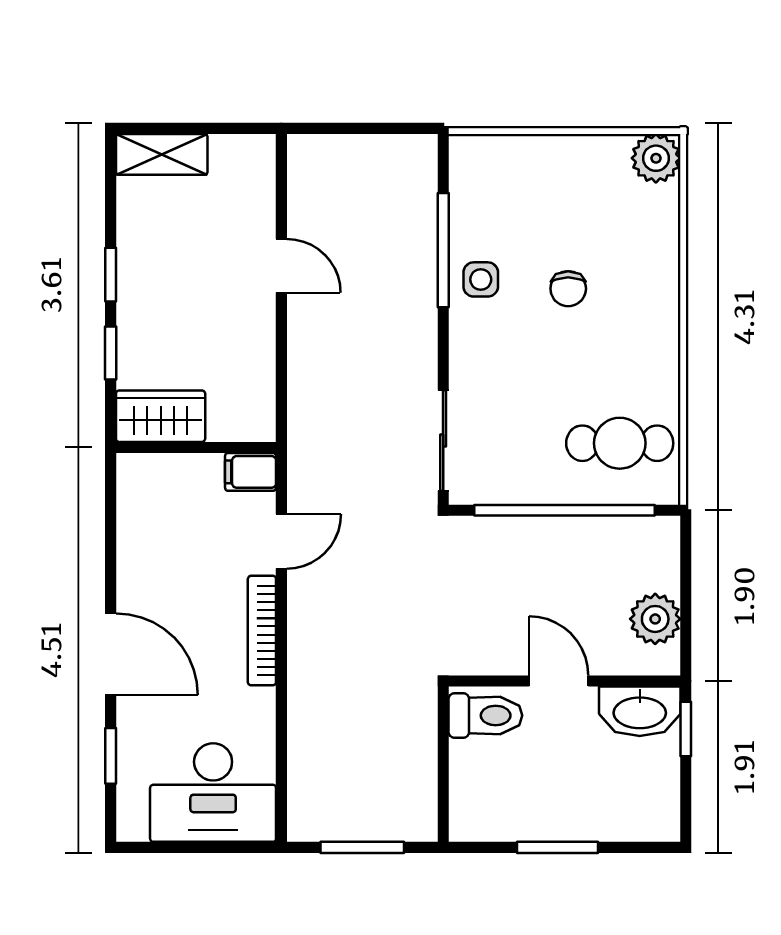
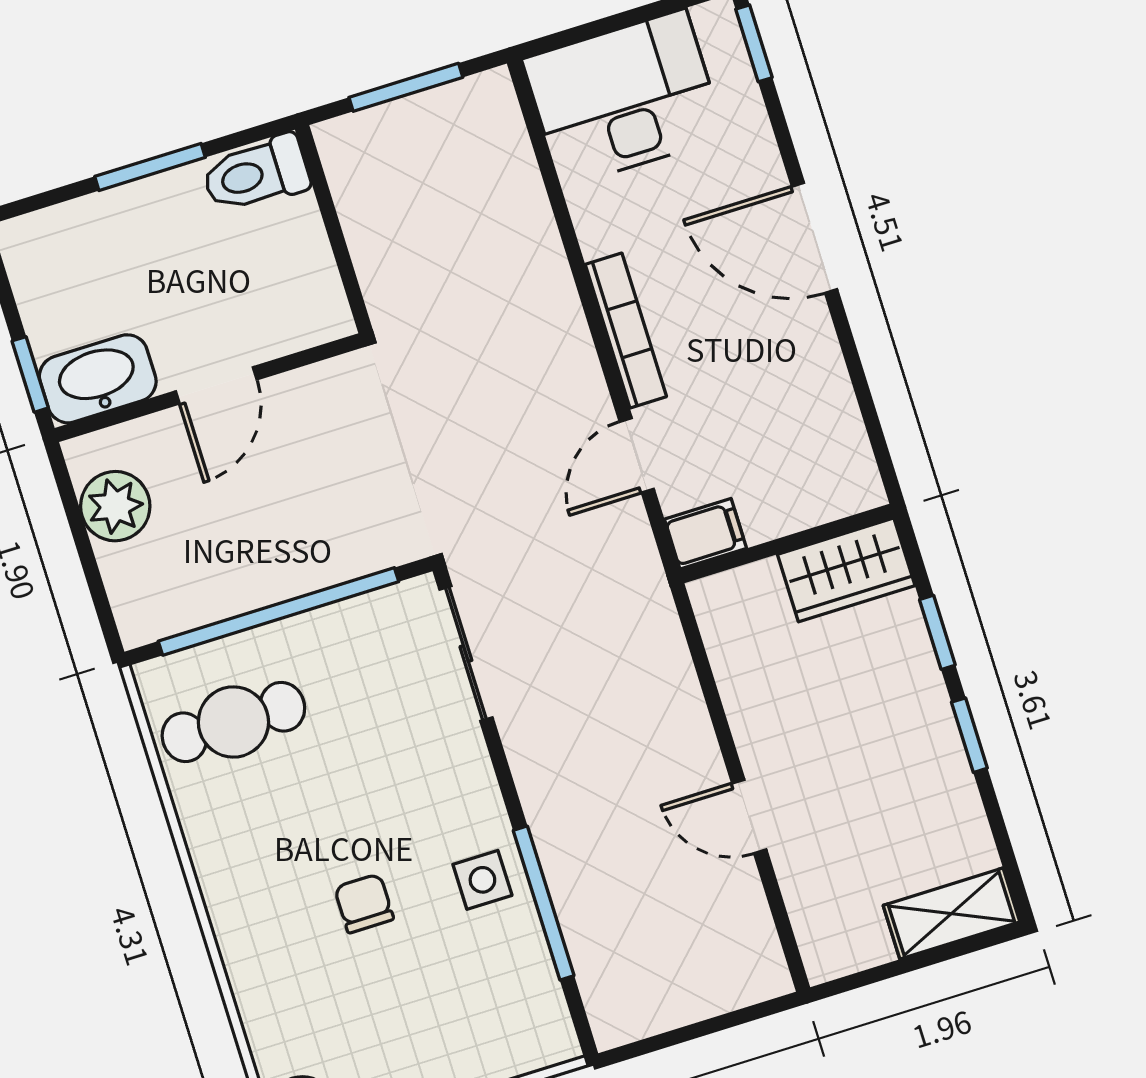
door: (559, 681) -> (216, 385), hinge flipped
toilet: (485, 715) -> (256, 174), moved
window: (111, 756) -> (754, 43), moved

